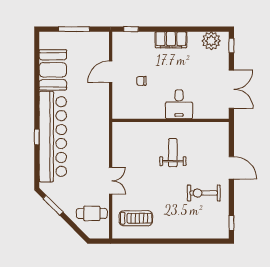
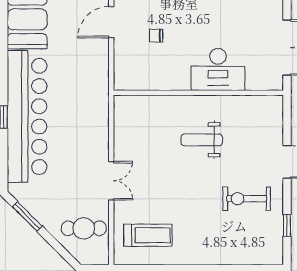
desk: (179, 104) -> (218, 70), width x1.37
weight bench: (173, 153) -> (202, 140), turned -90
window: (231, 223) -> (287, 225), moved

